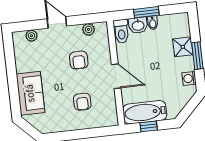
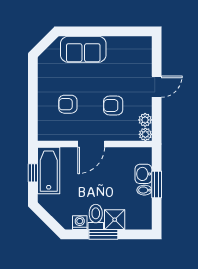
toilet: (121, 31) -> (96, 217), moved, turned 90
plant: (32, 36) -> (145, 134), moved

